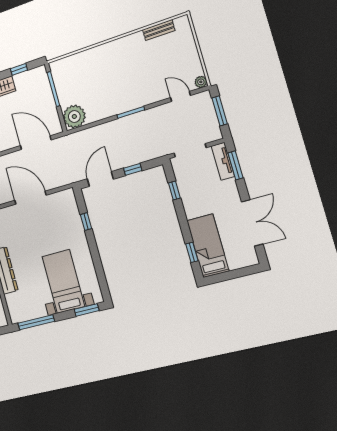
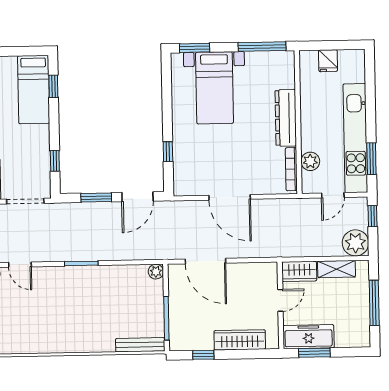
bench: (159, 30) -> (140, 345), moved, width x1.36
plant: (74, 117) -> (156, 272), width x0.53, depth x0.53
window: (133, 169) -> (96, 198), width x1.50

